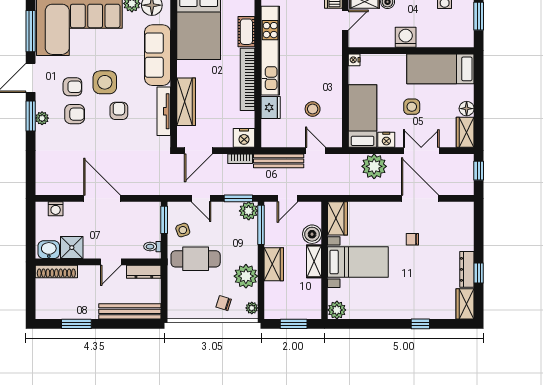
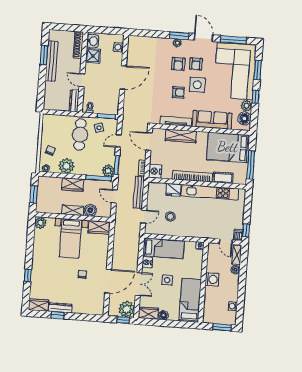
plant: (374, 166) -> (127, 309), moved
bench: (130, 311) -> (52, 61), moved

